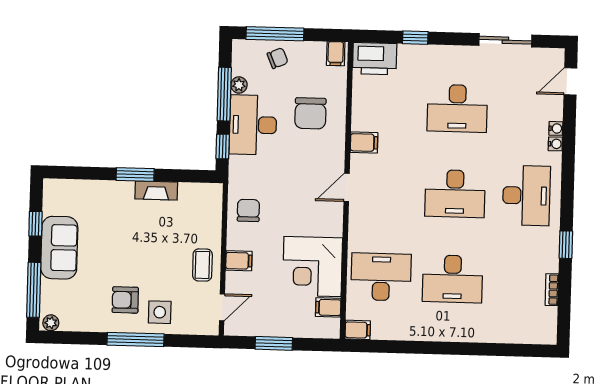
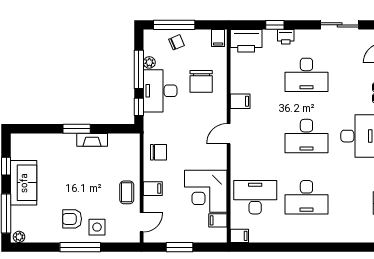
printer: (430, 55) -> (286, 37), added
chair: (248, 210) -> (159, 152), turned 90

